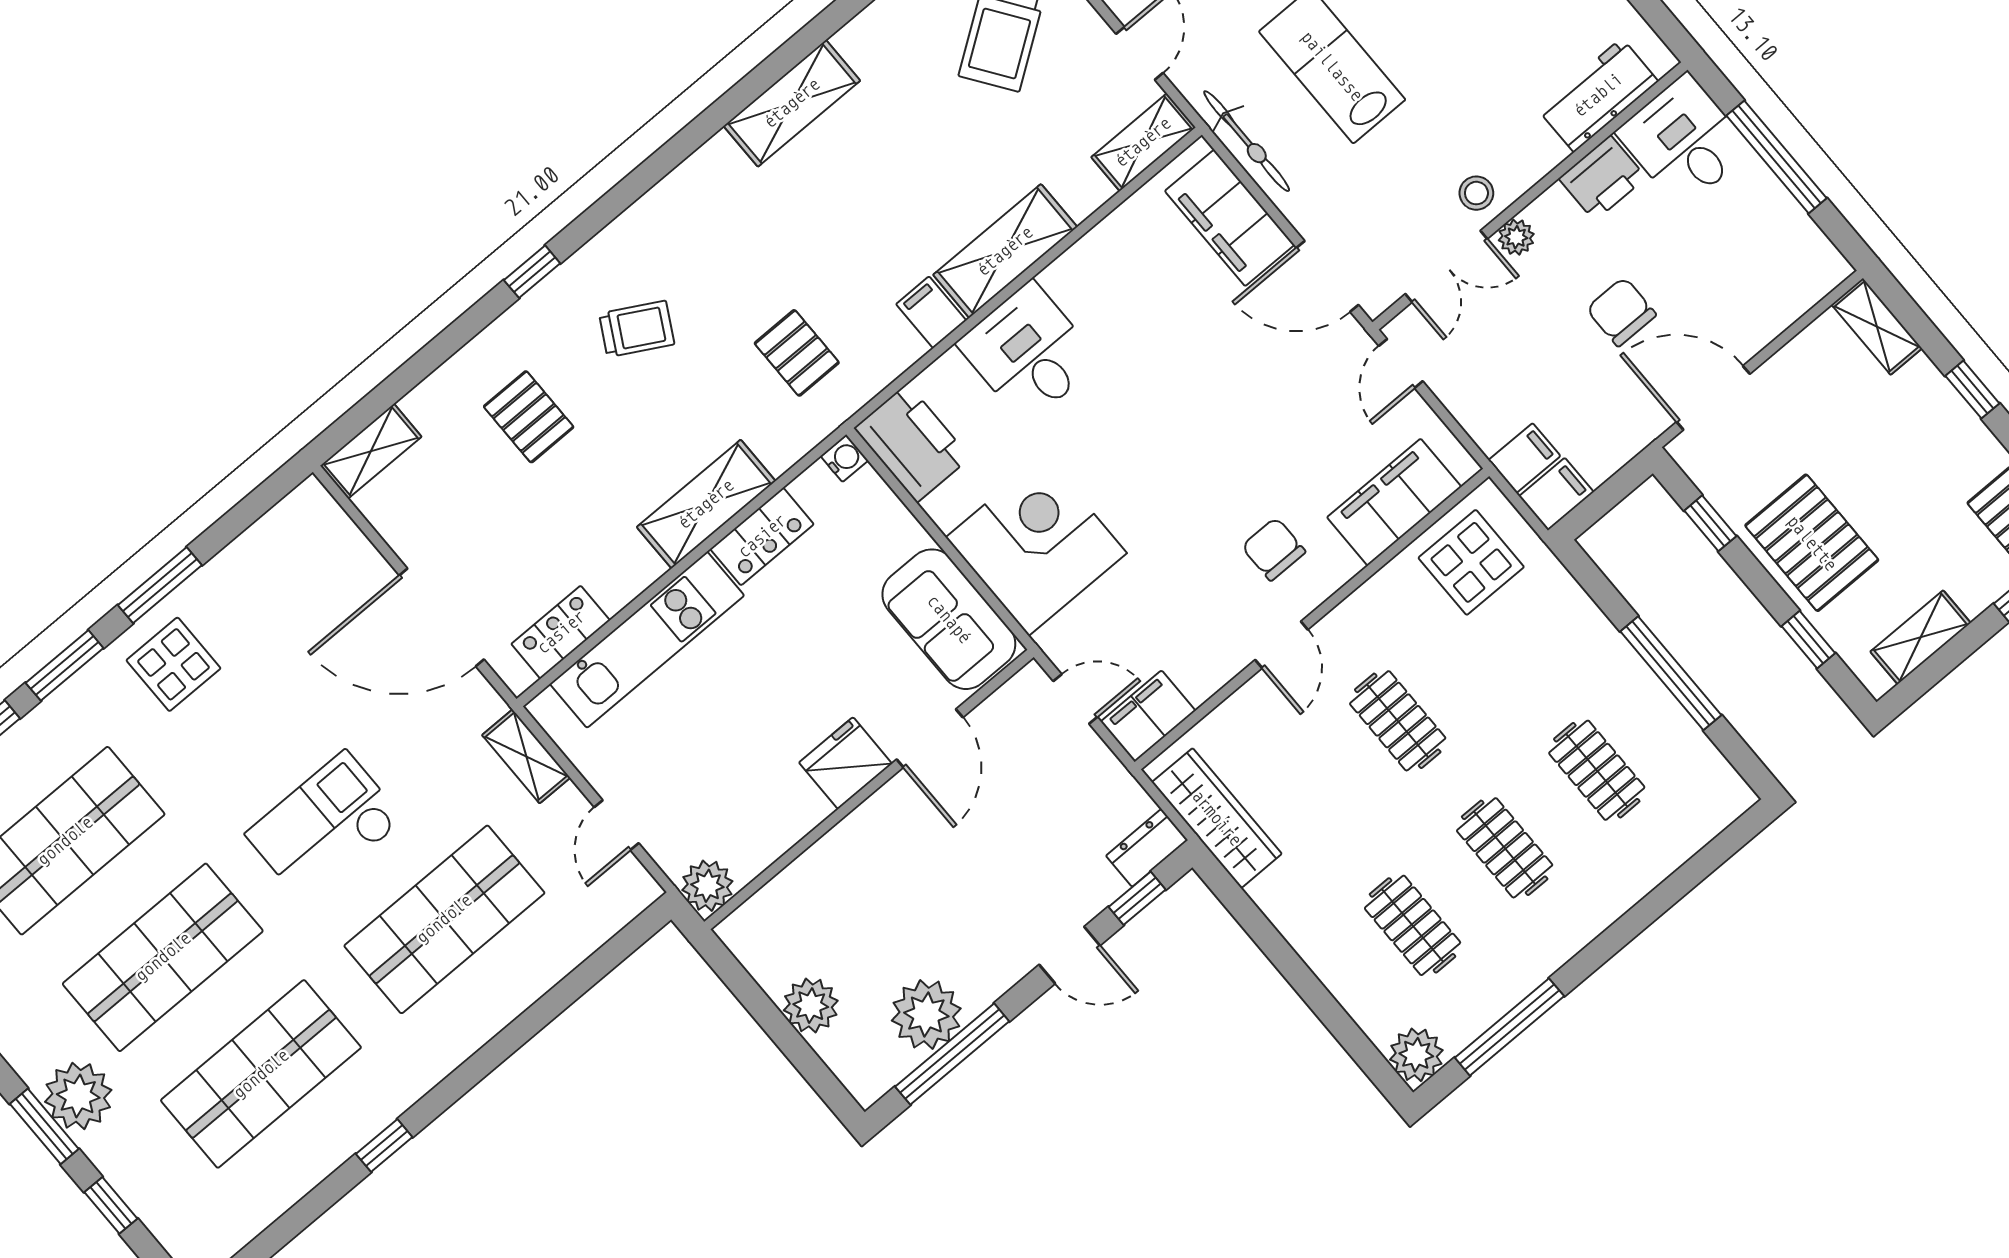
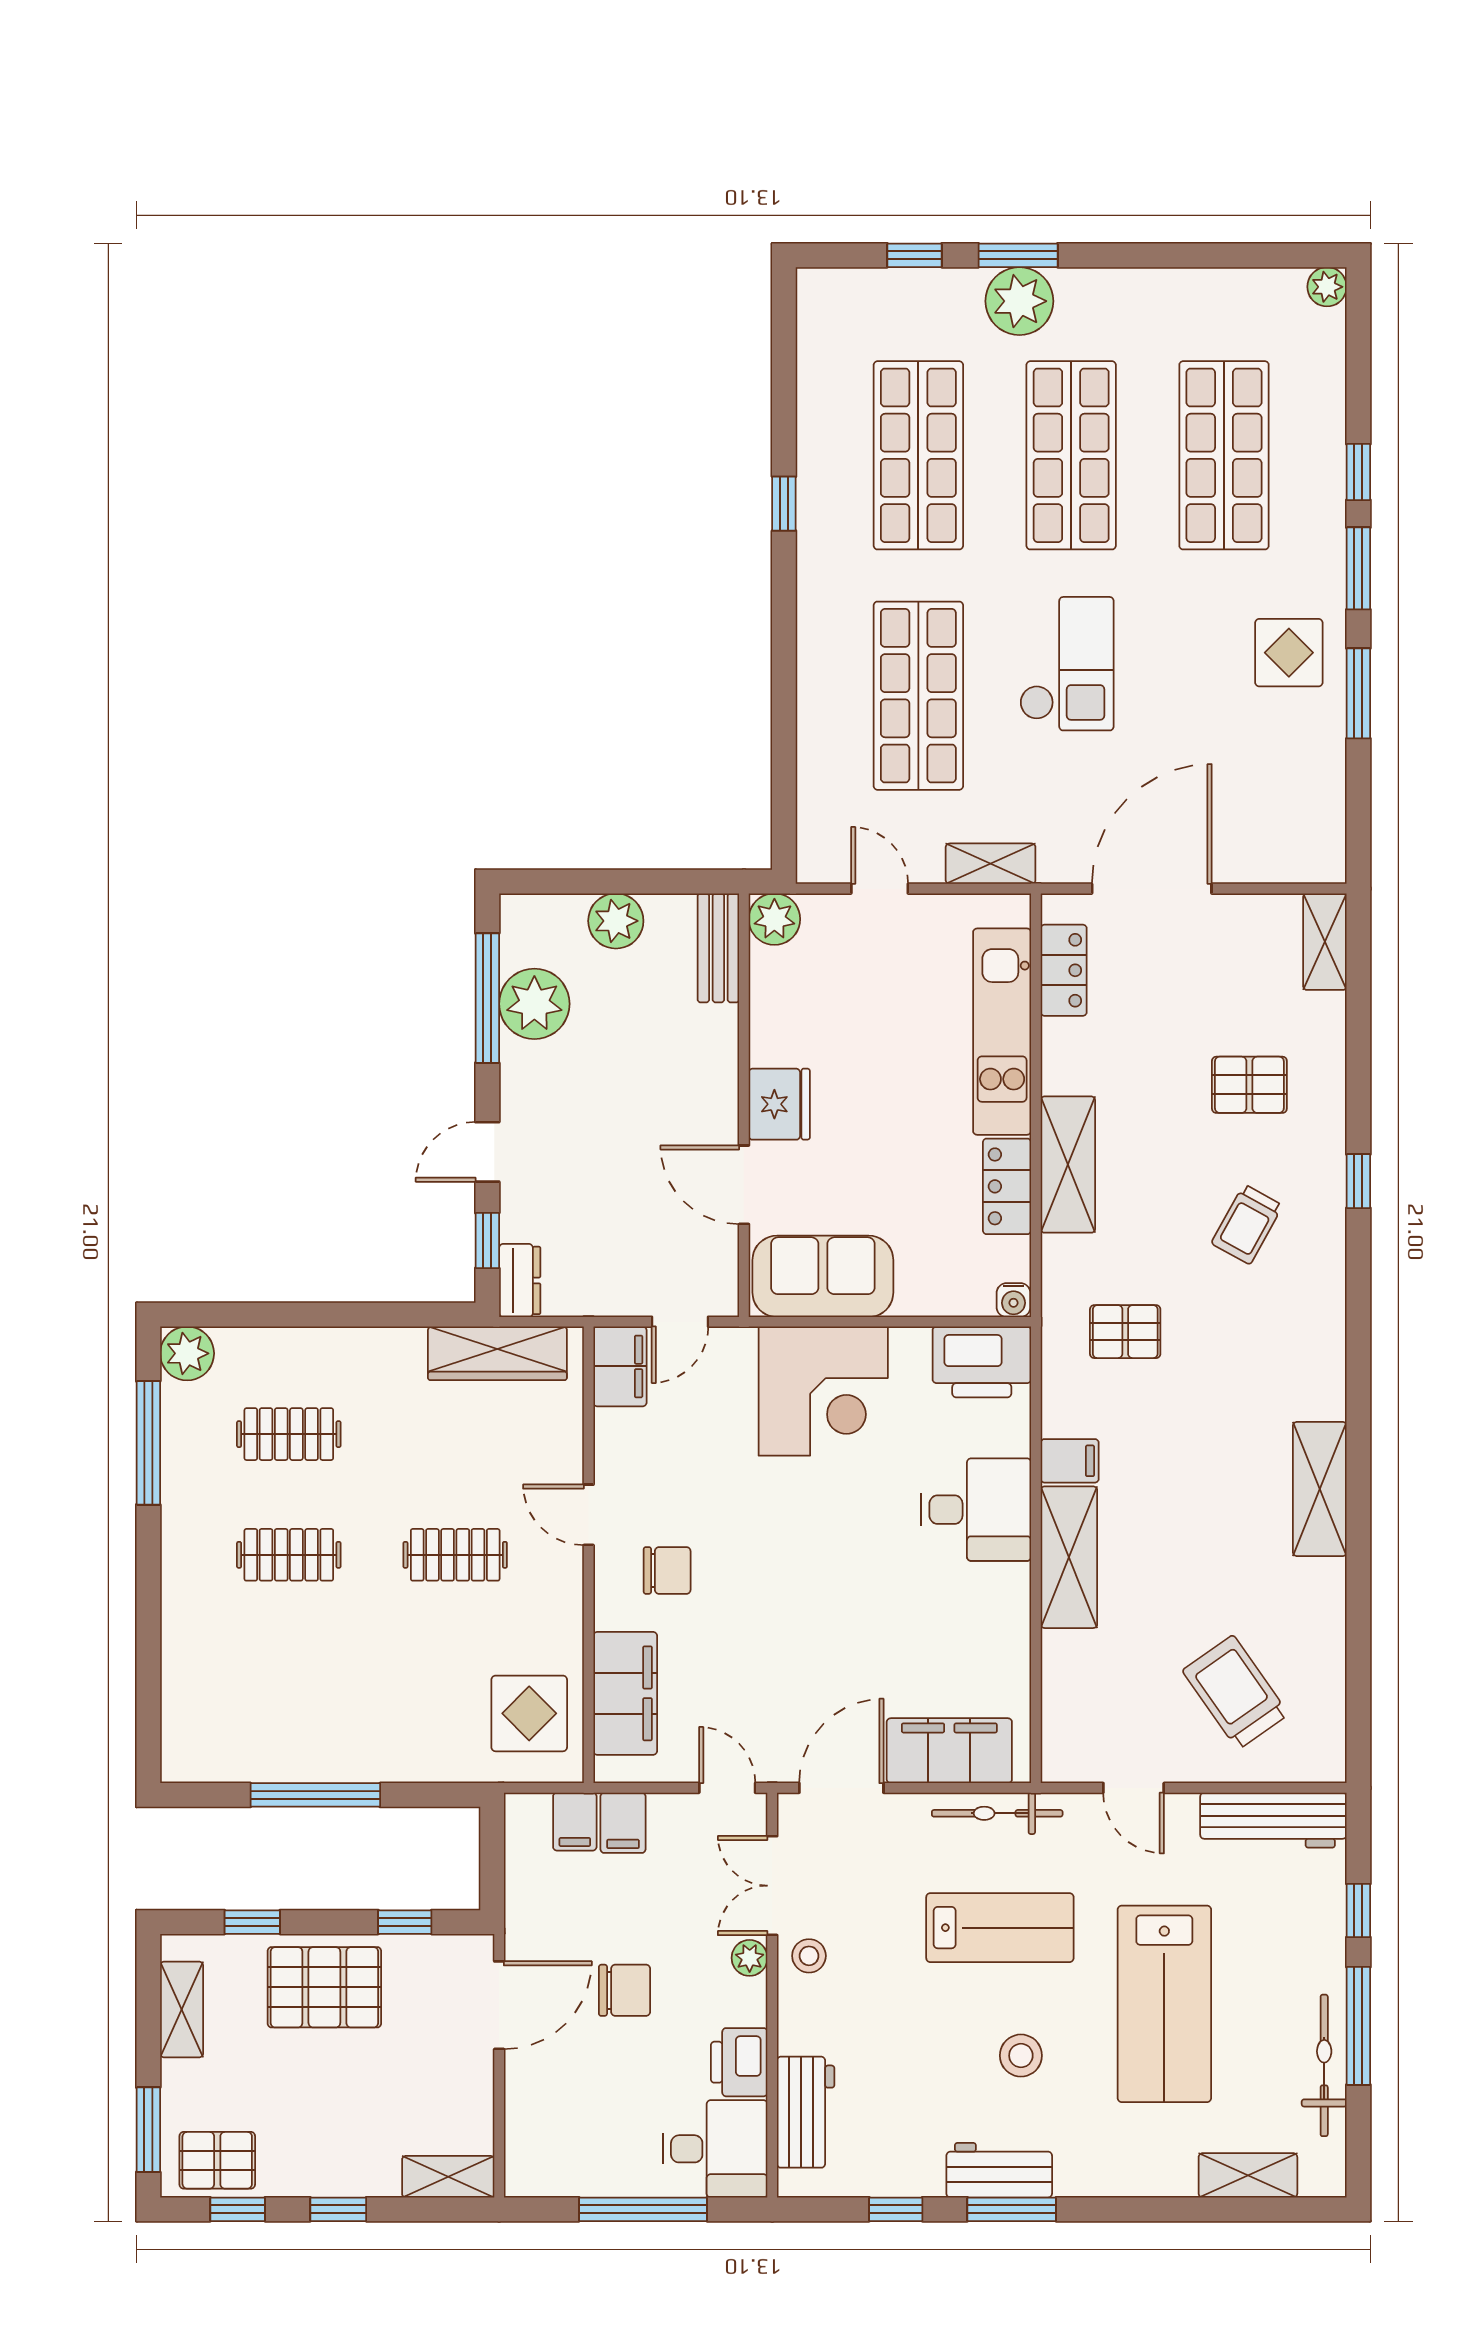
shelving: (1143, 142) -> (1063, 1733), removed
filing cabinet: (1556, 494) -> (623, 1823), moved
clothes rail: (1597, 770) -> (289, 1676), removed
bench: (765, 910) -> (718, 948), added

